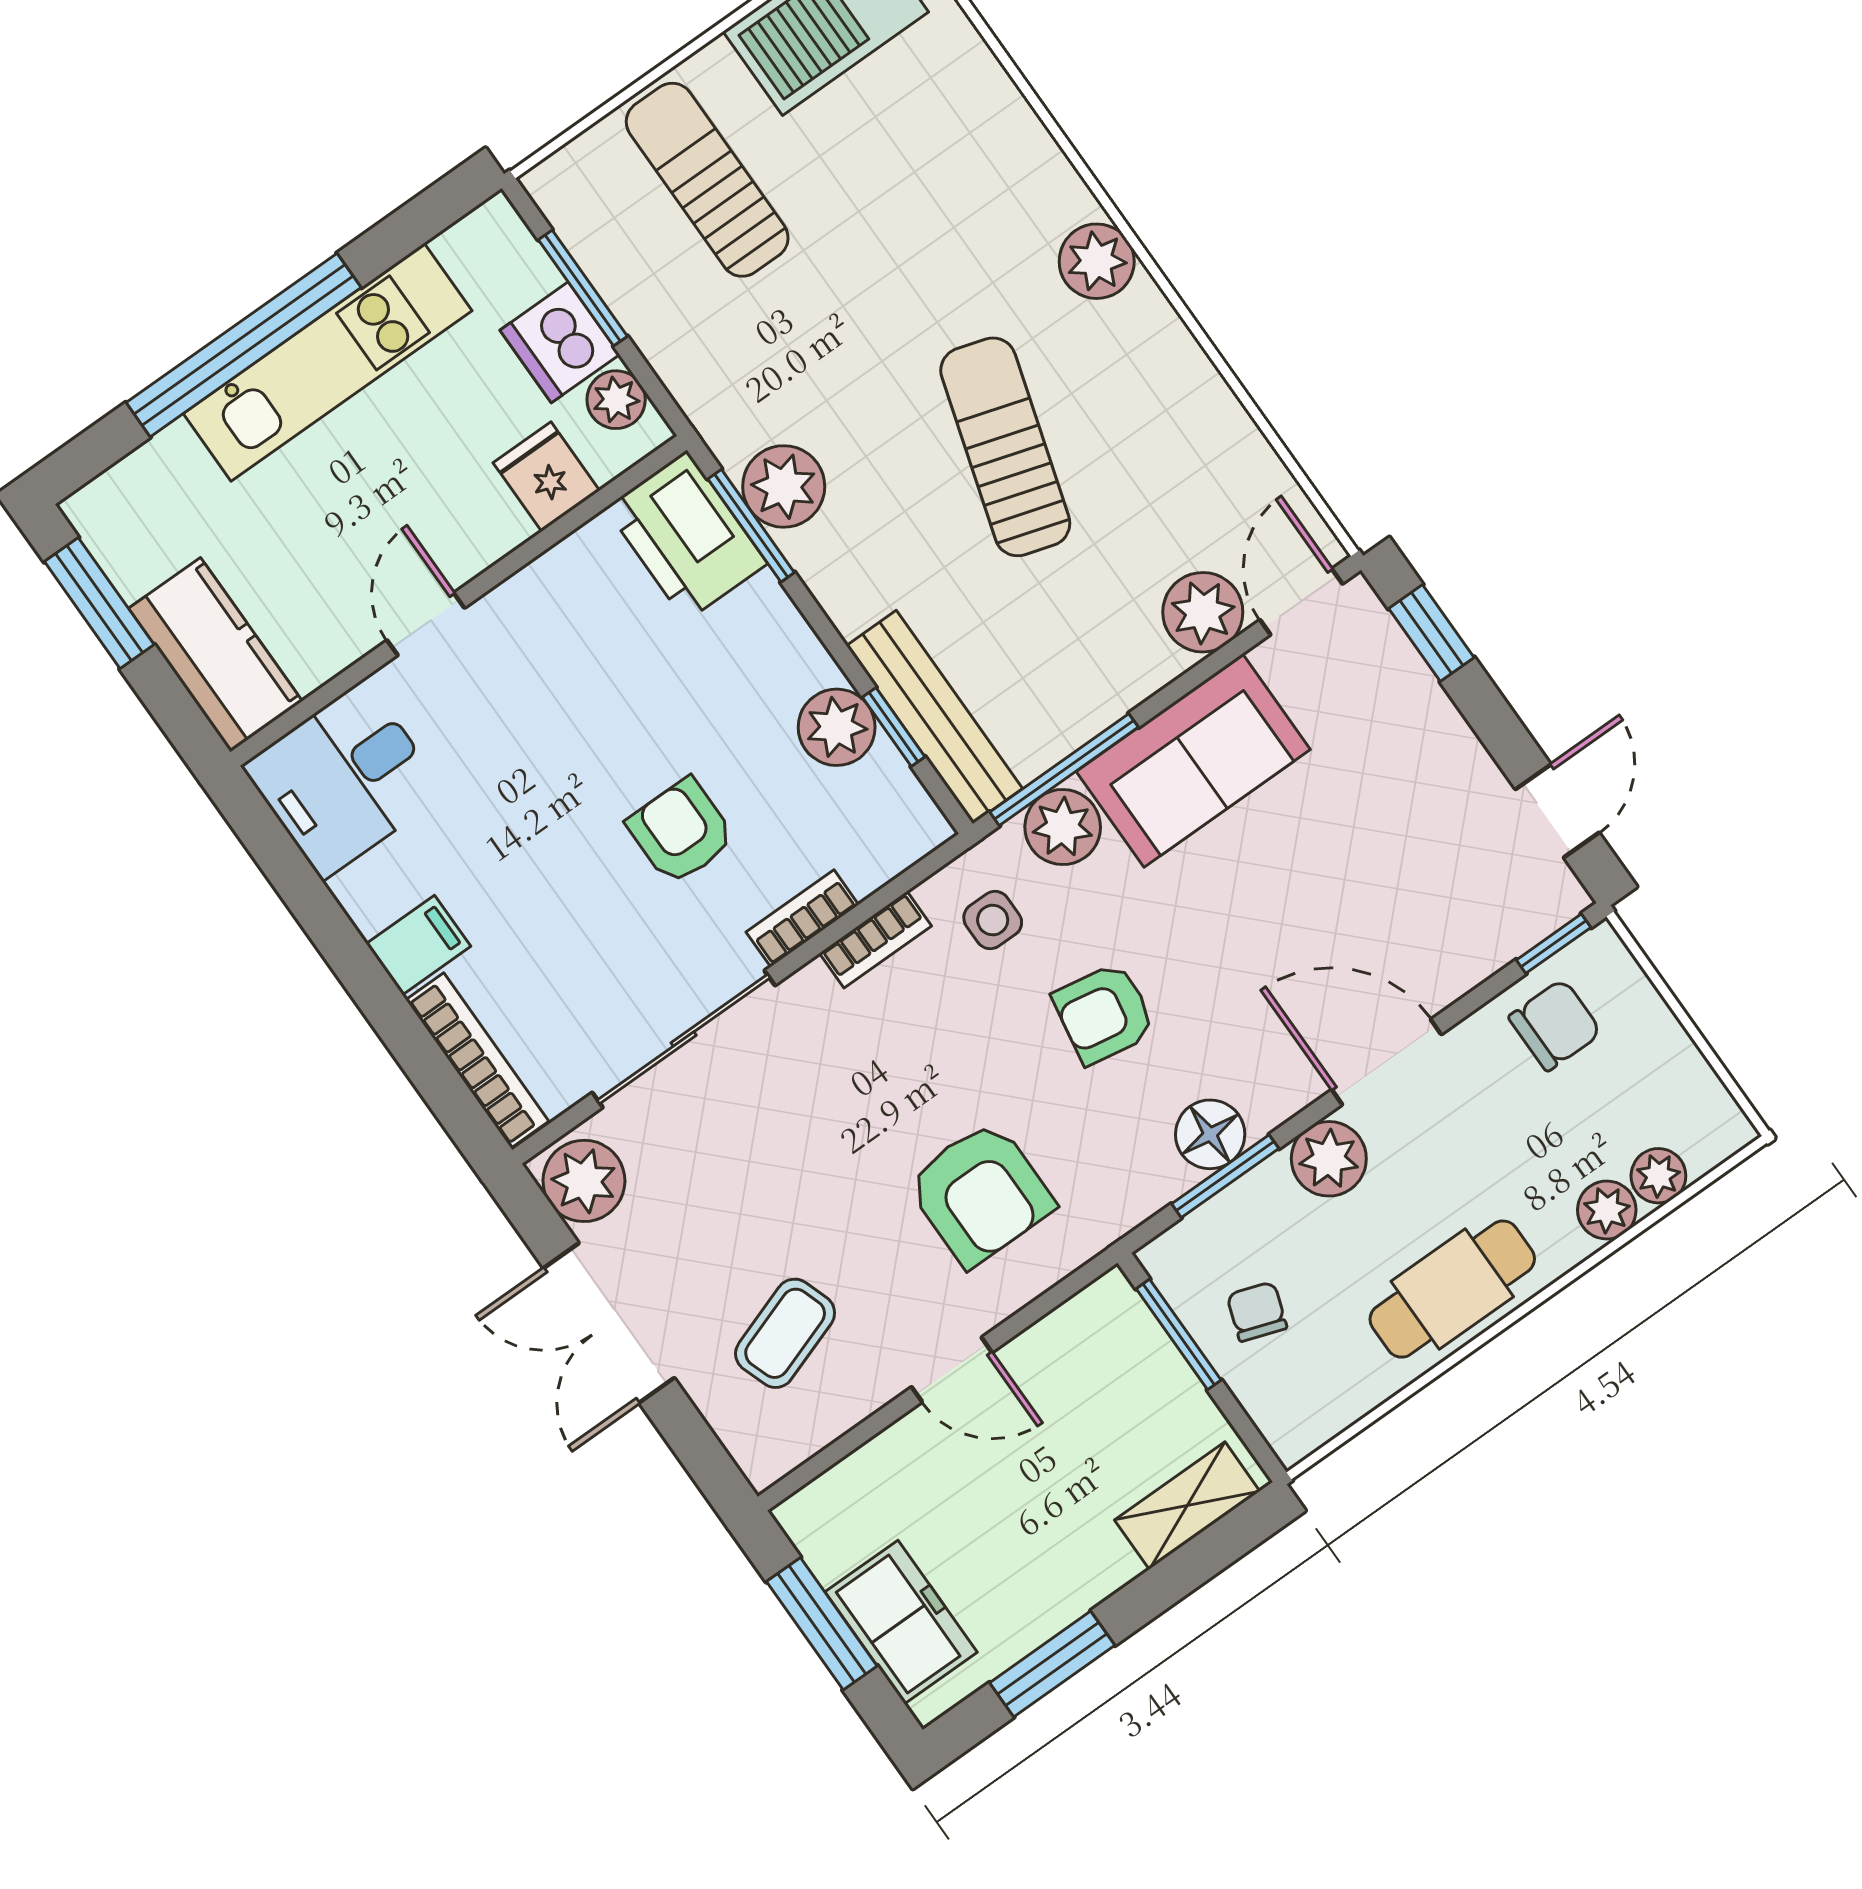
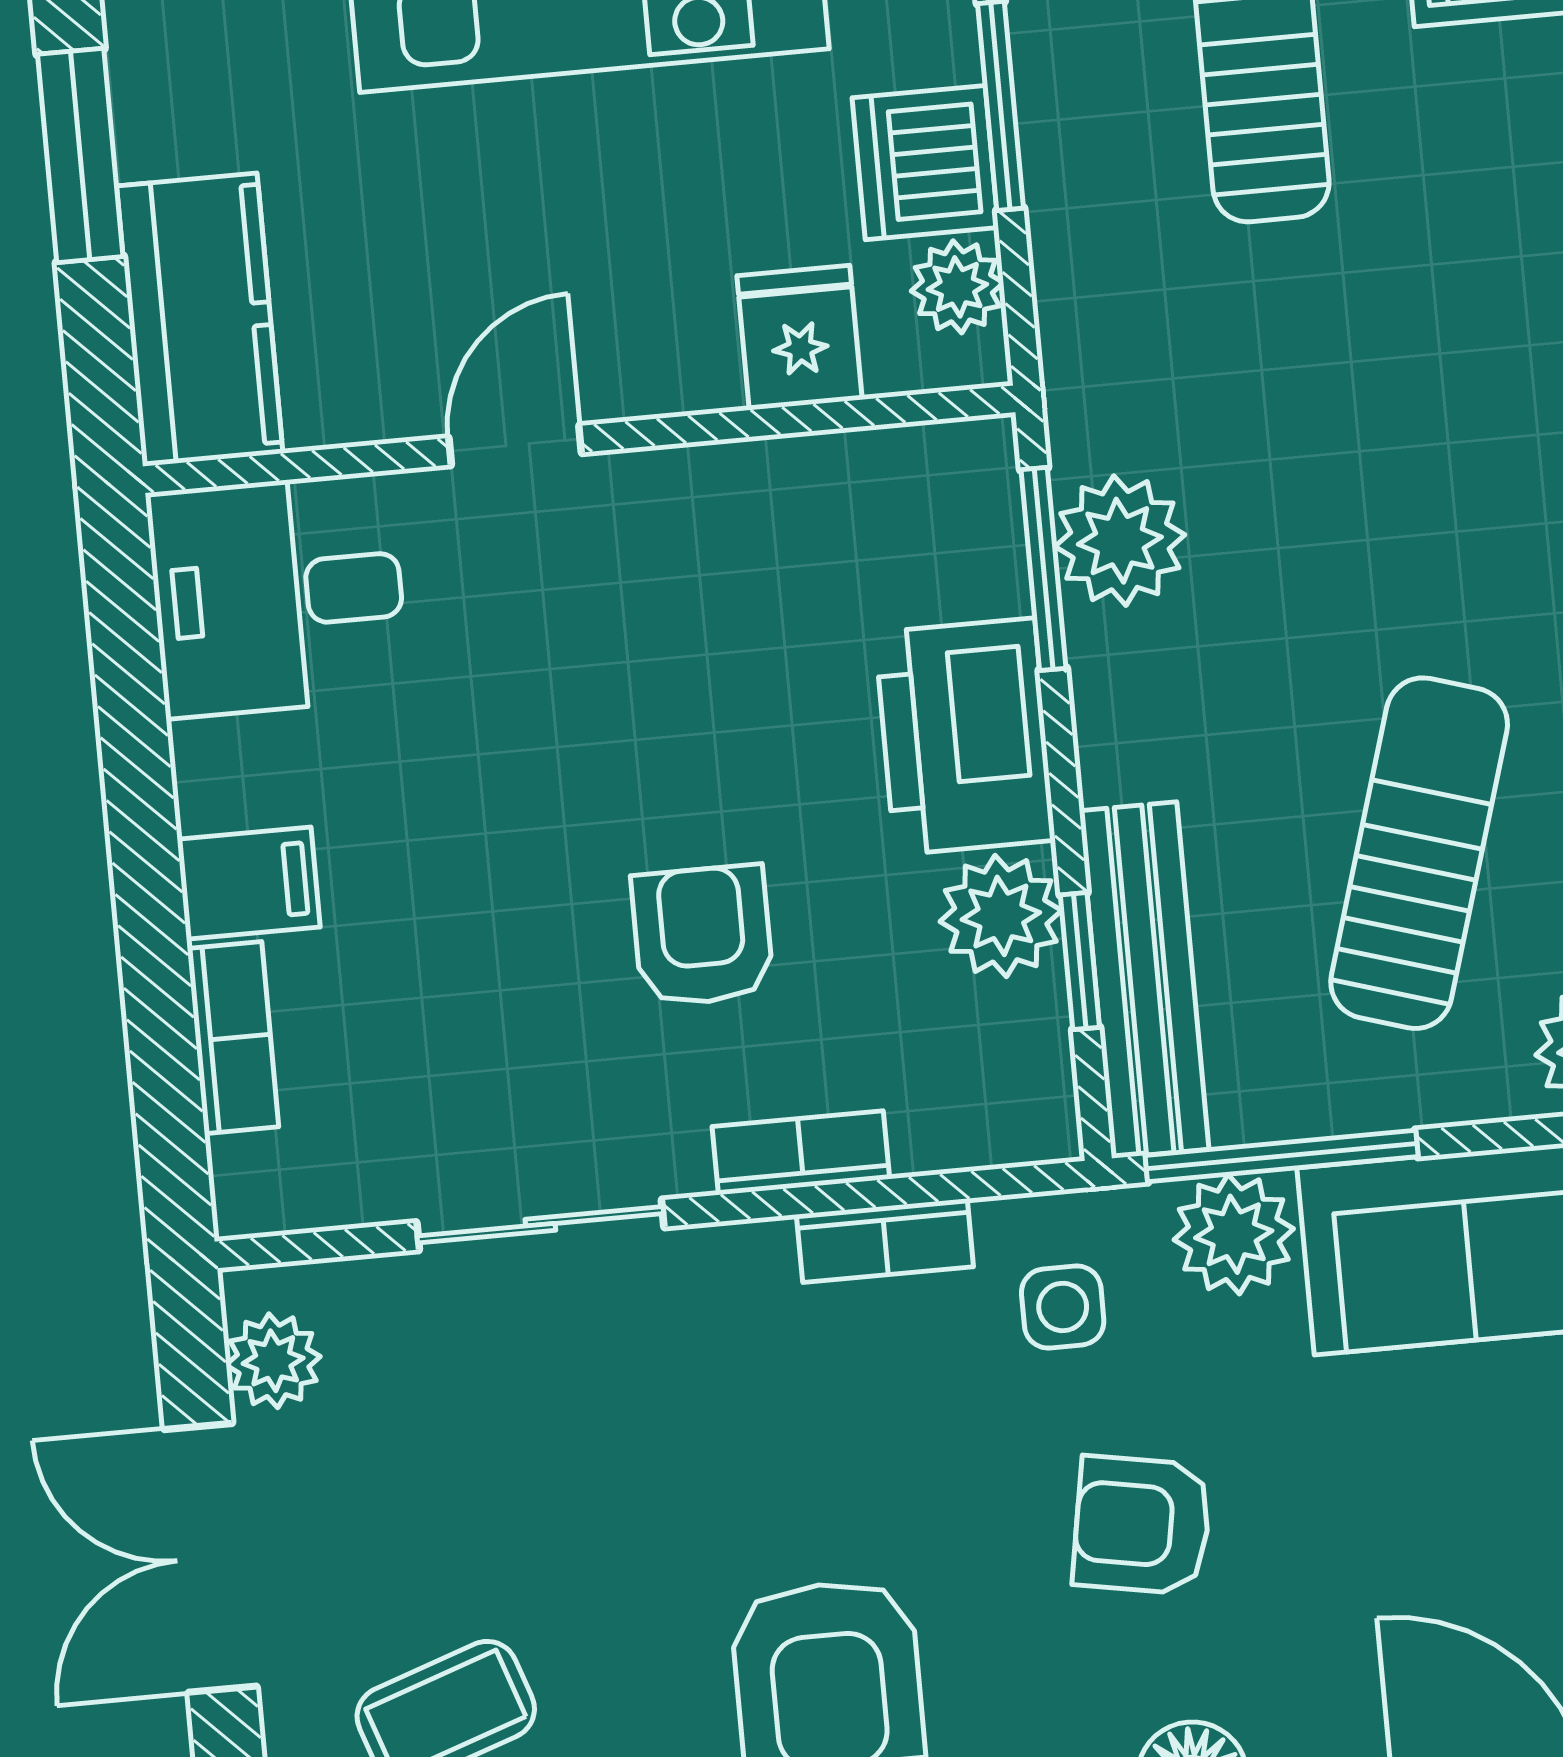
sun lounger: (1005, 447) -> (1419, 853), moved
printer: (686, 536) -> (965, 736), moved
sliding door: (684, 1039) -> (540, 1225), width x0.73
bookcase: (477, 1061) -> (233, 1038), width x0.64
plant: (584, 1181) -> (273, 1361), width x0.73, depth x0.73

